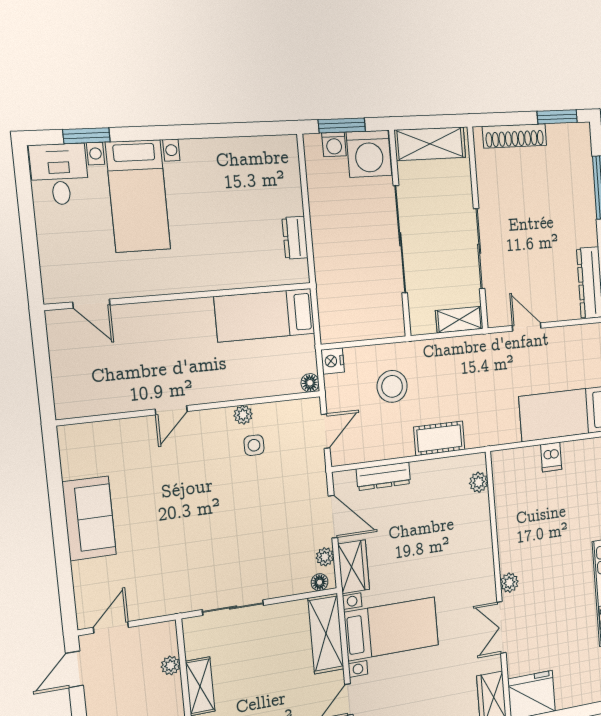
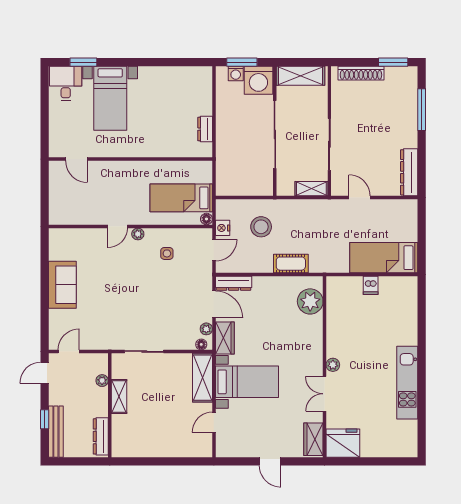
bed: (265, 315) -> (181, 198), moved
nightstand: (333, 361) -> (223, 228), moved
plant: (243, 415) -> (138, 234), moved
dresser: (383, 476) -> (234, 283), moved
plant: (479, 482) -> (310, 301), width x1.88, depth x1.88

